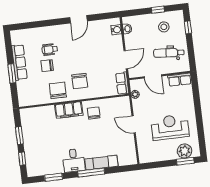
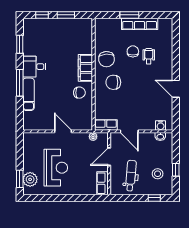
chair: (58, 90) -> (106, 59), turned 86
door: (134, 124) -> (63, 131), hinge flipped

